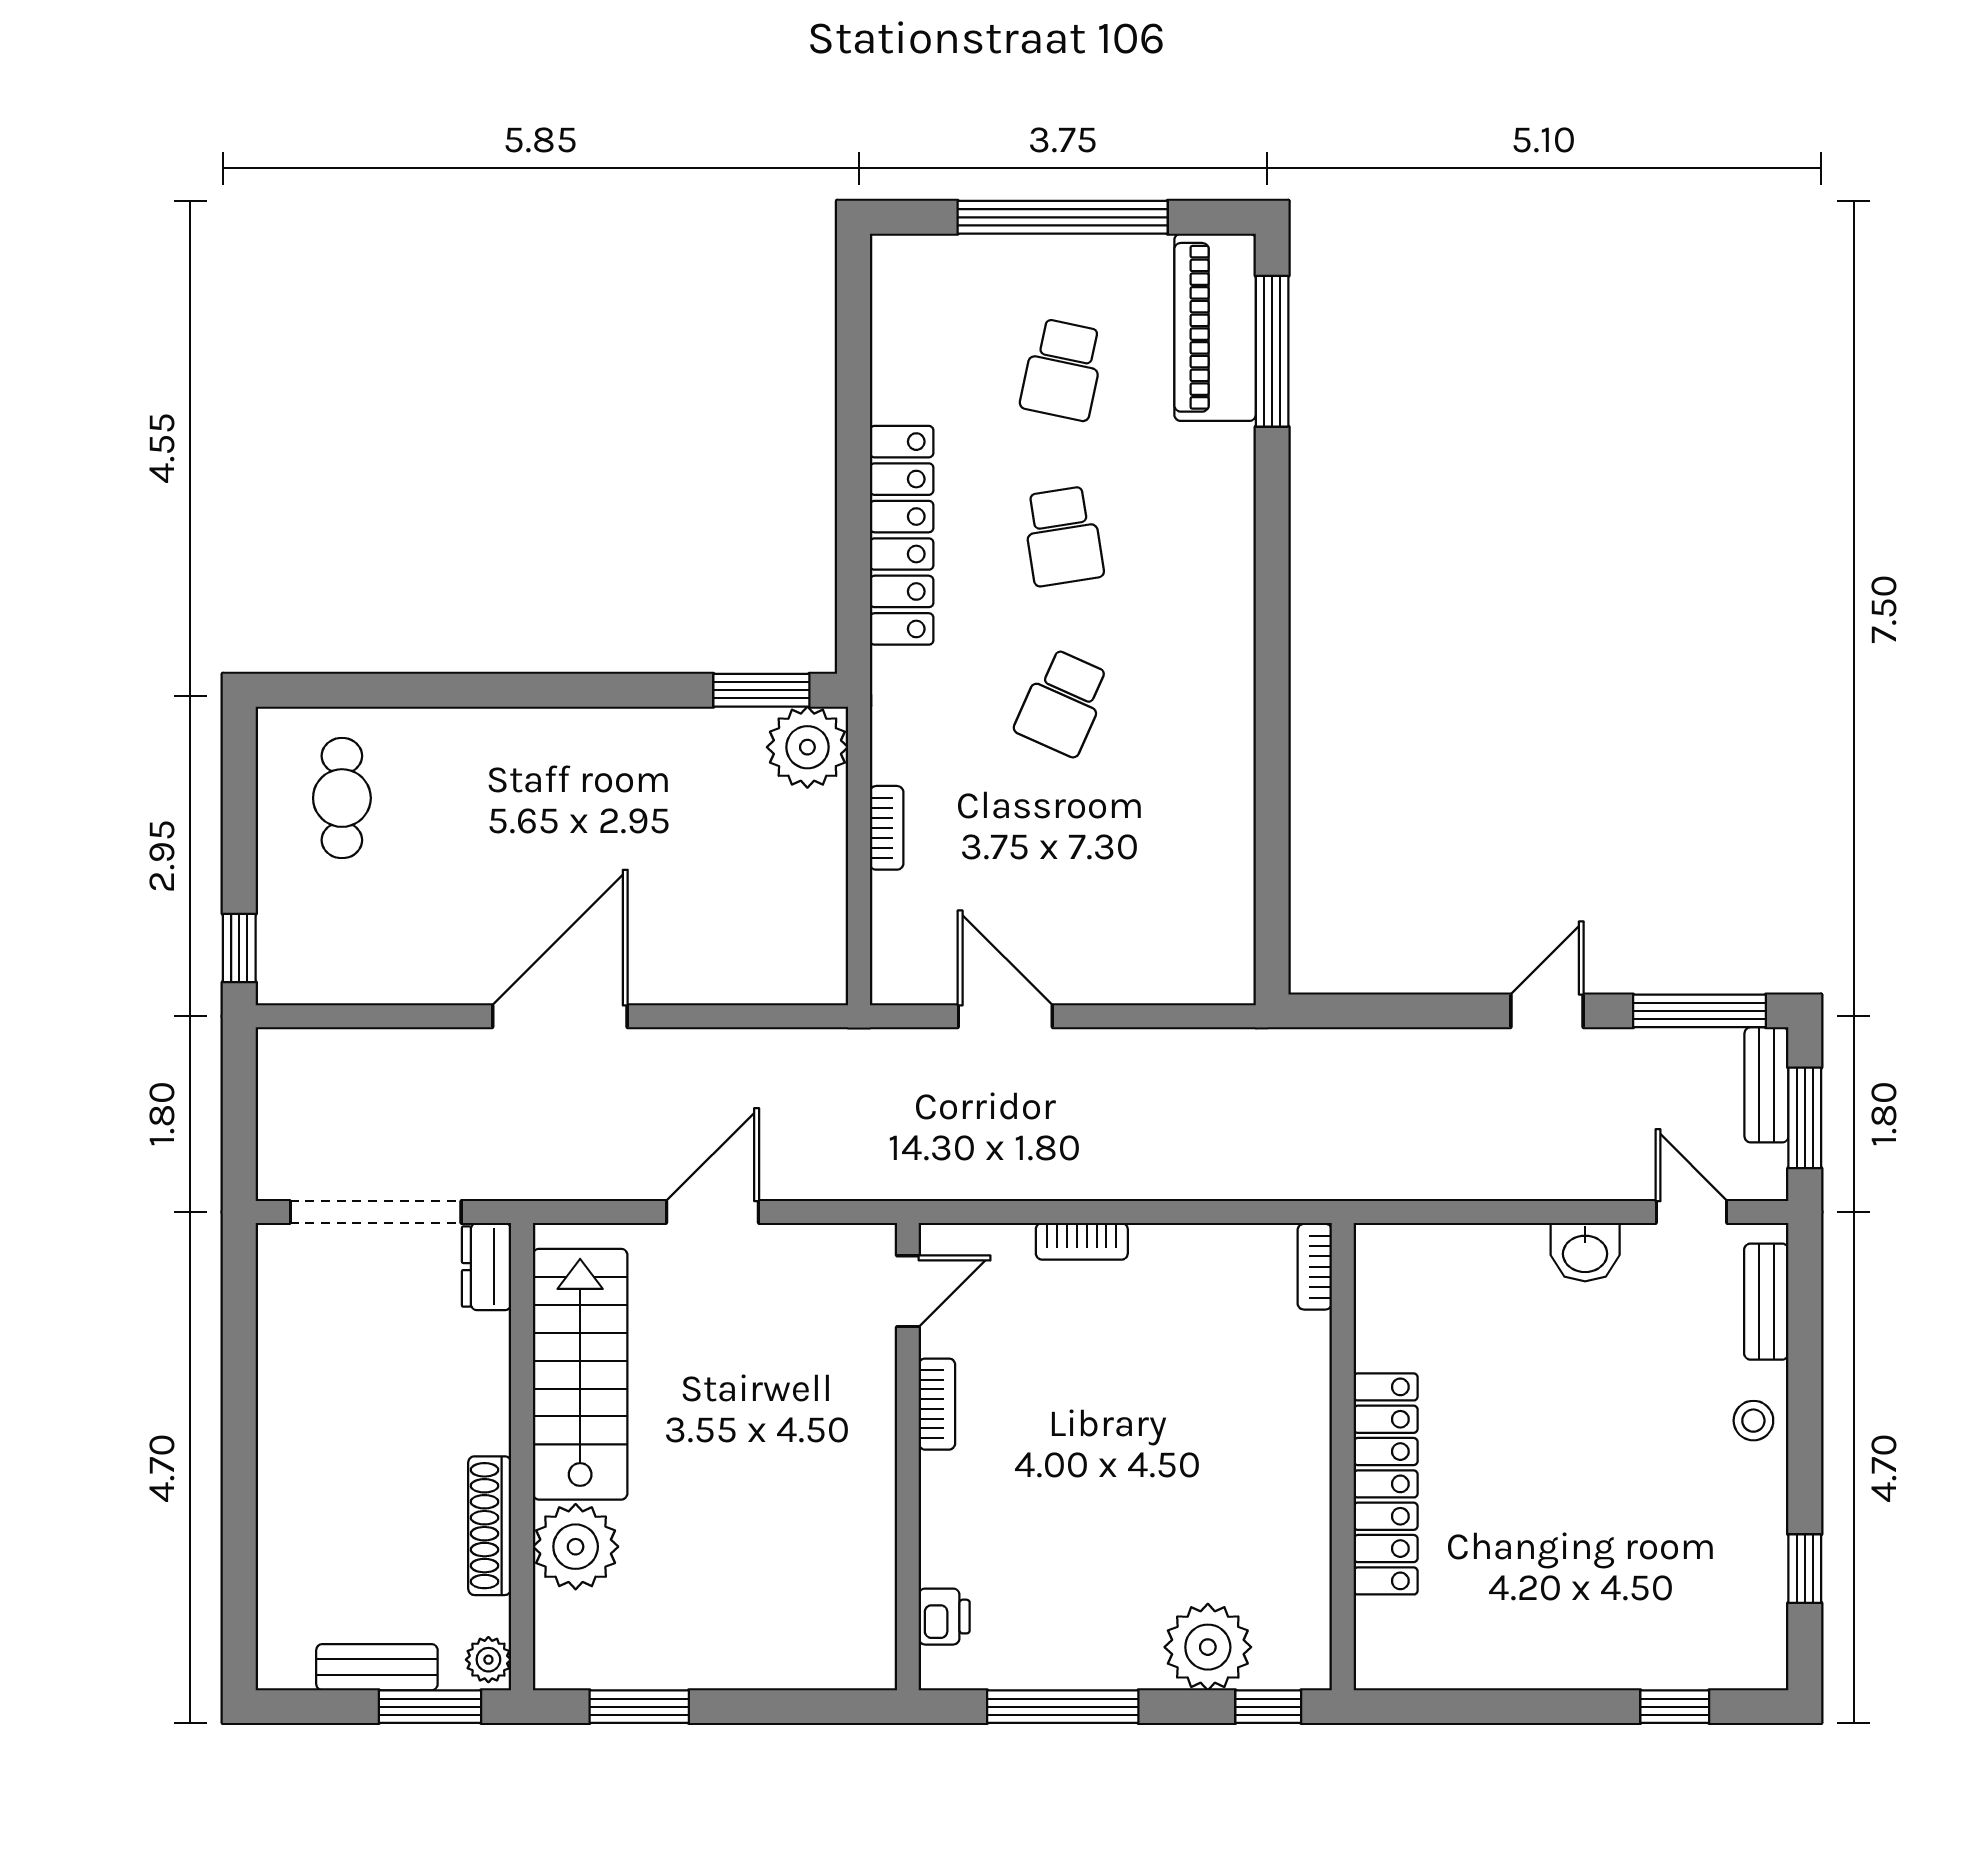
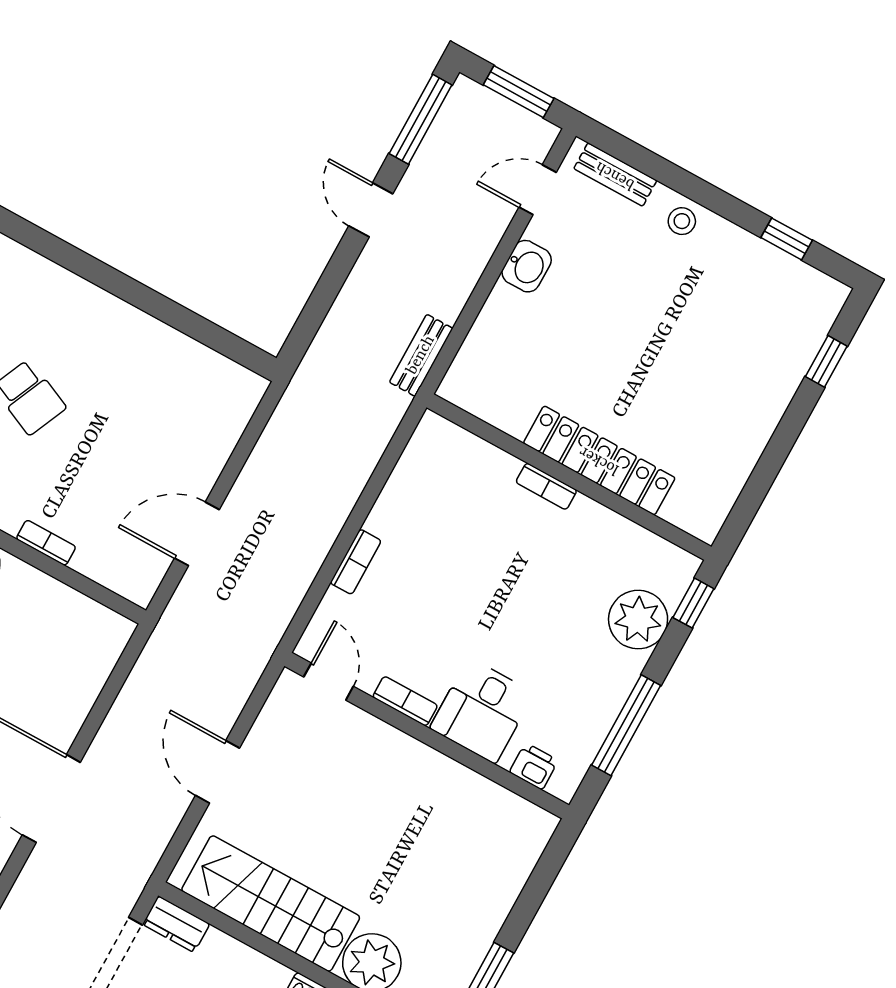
bench: (1766, 1085) -> (421, 355), moved, turned 90
bookcase: (1315, 1267) -> (546, 486), moved
desk: (979, 1510) -> (482, 711), added

